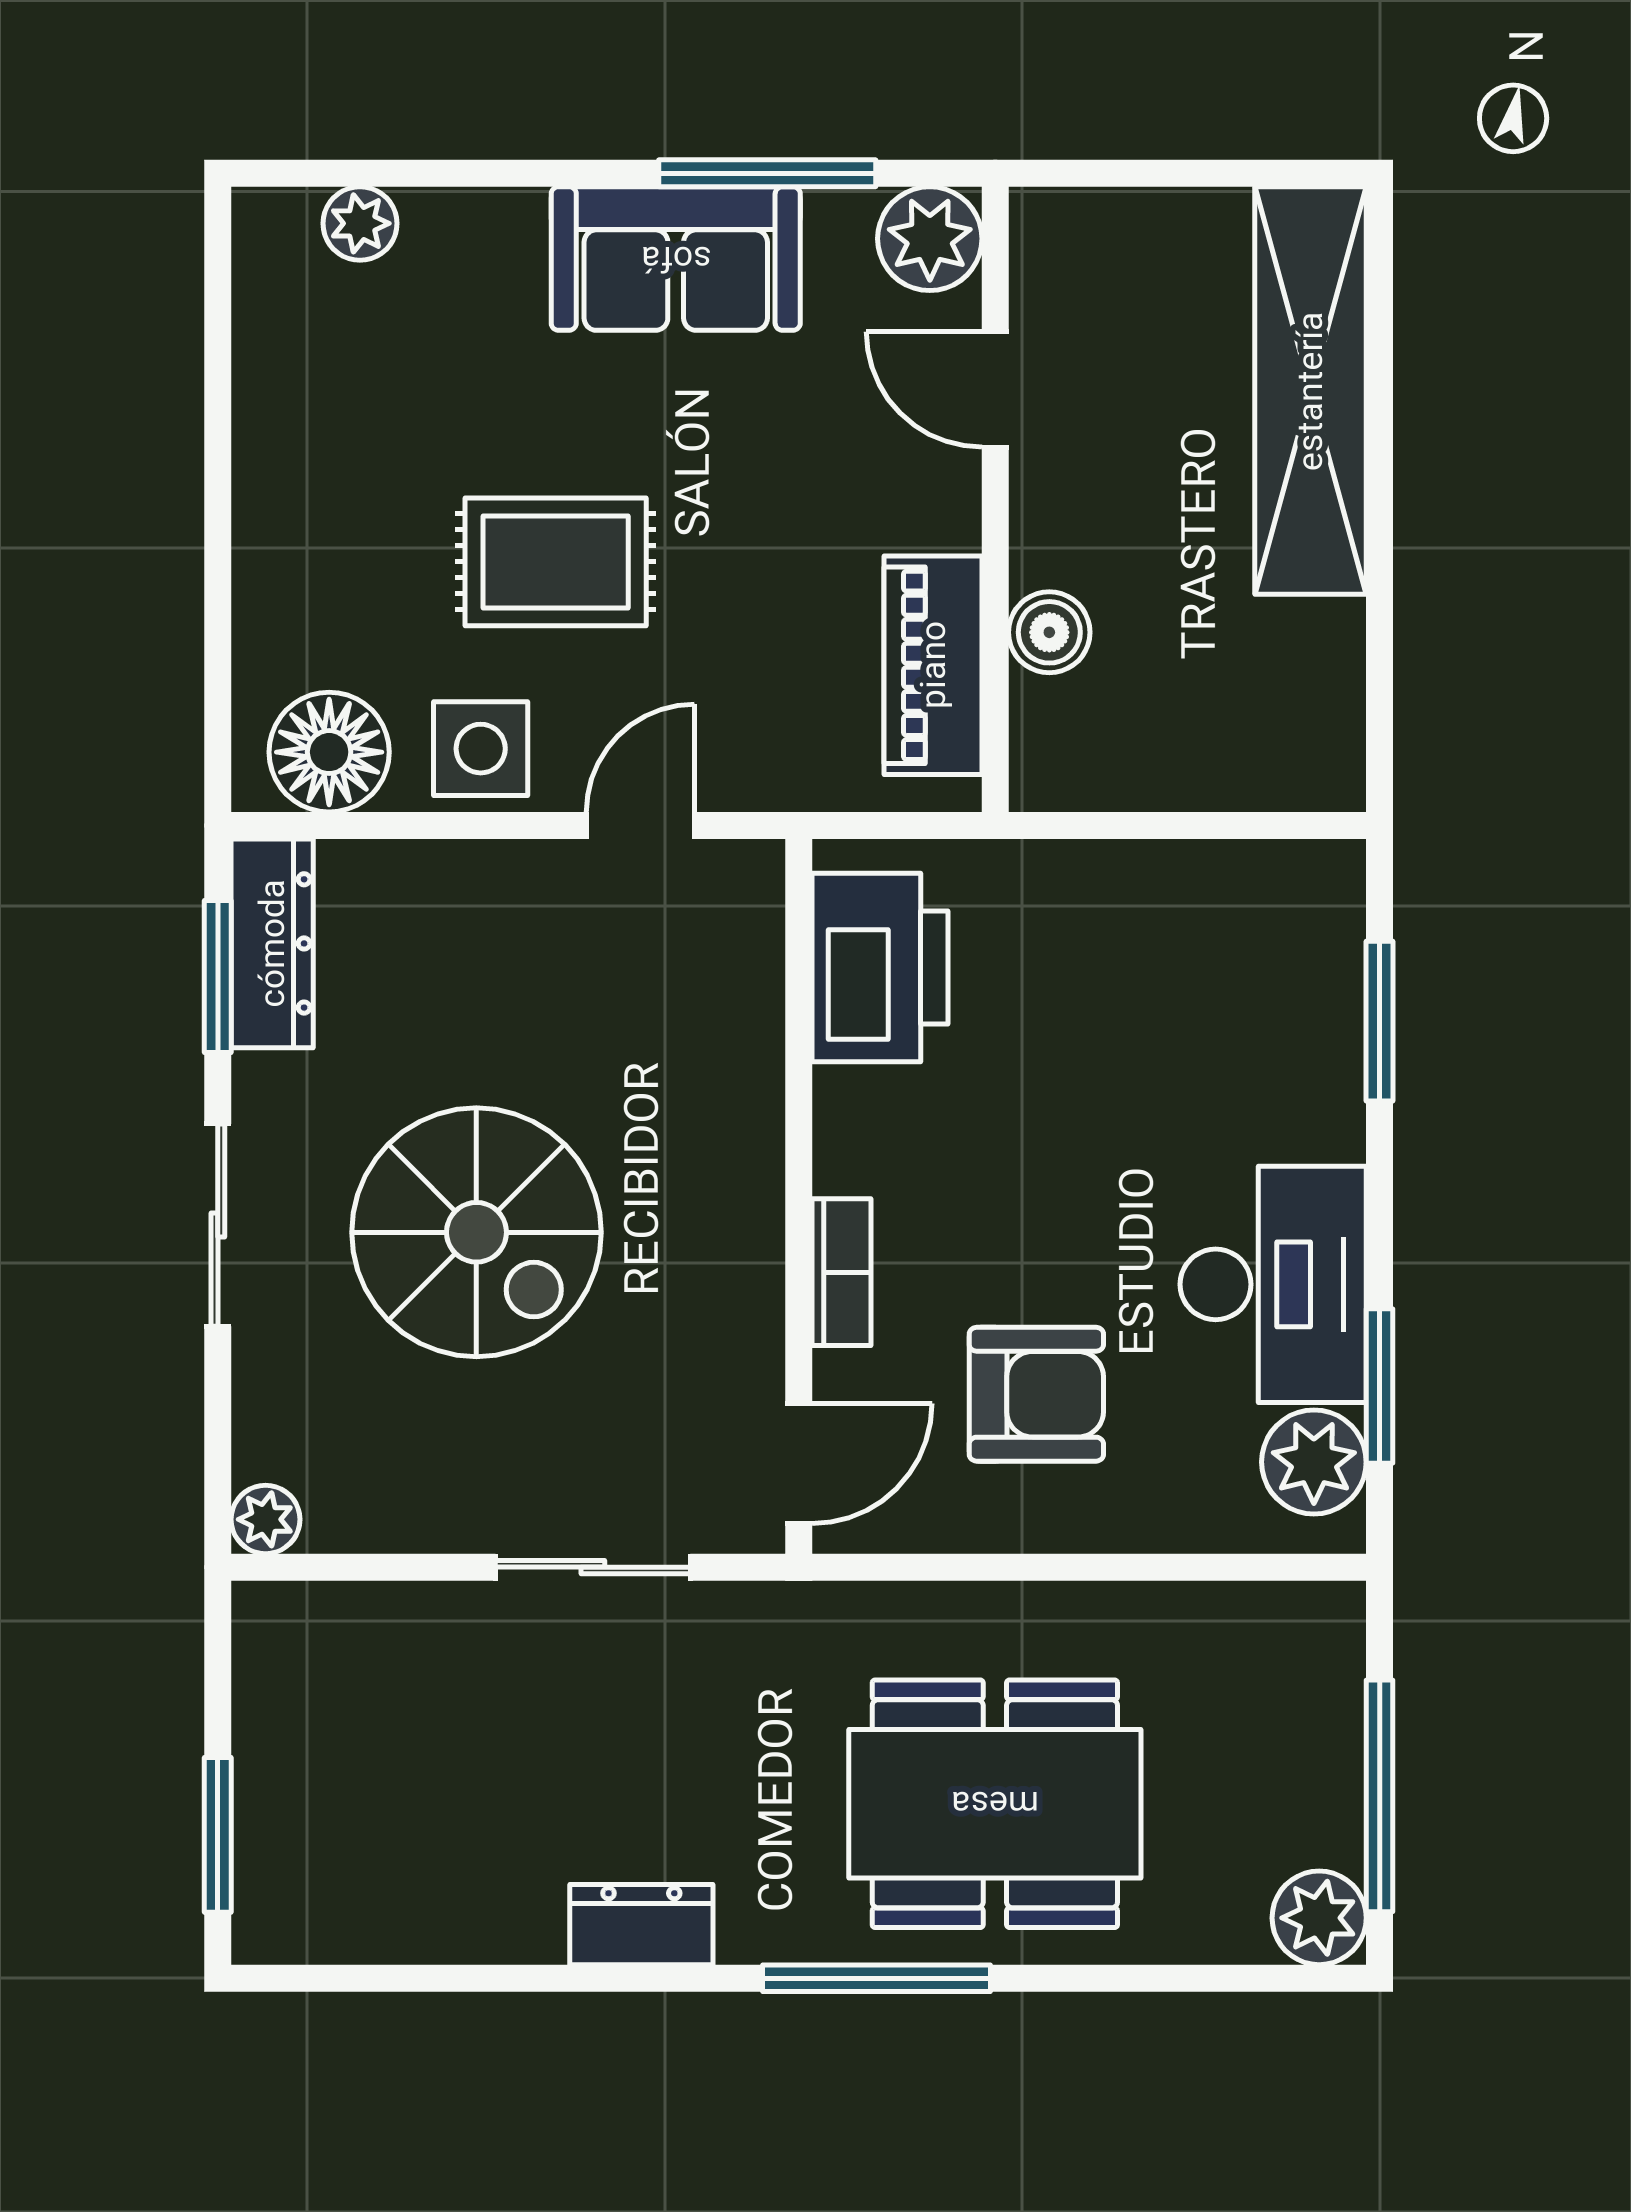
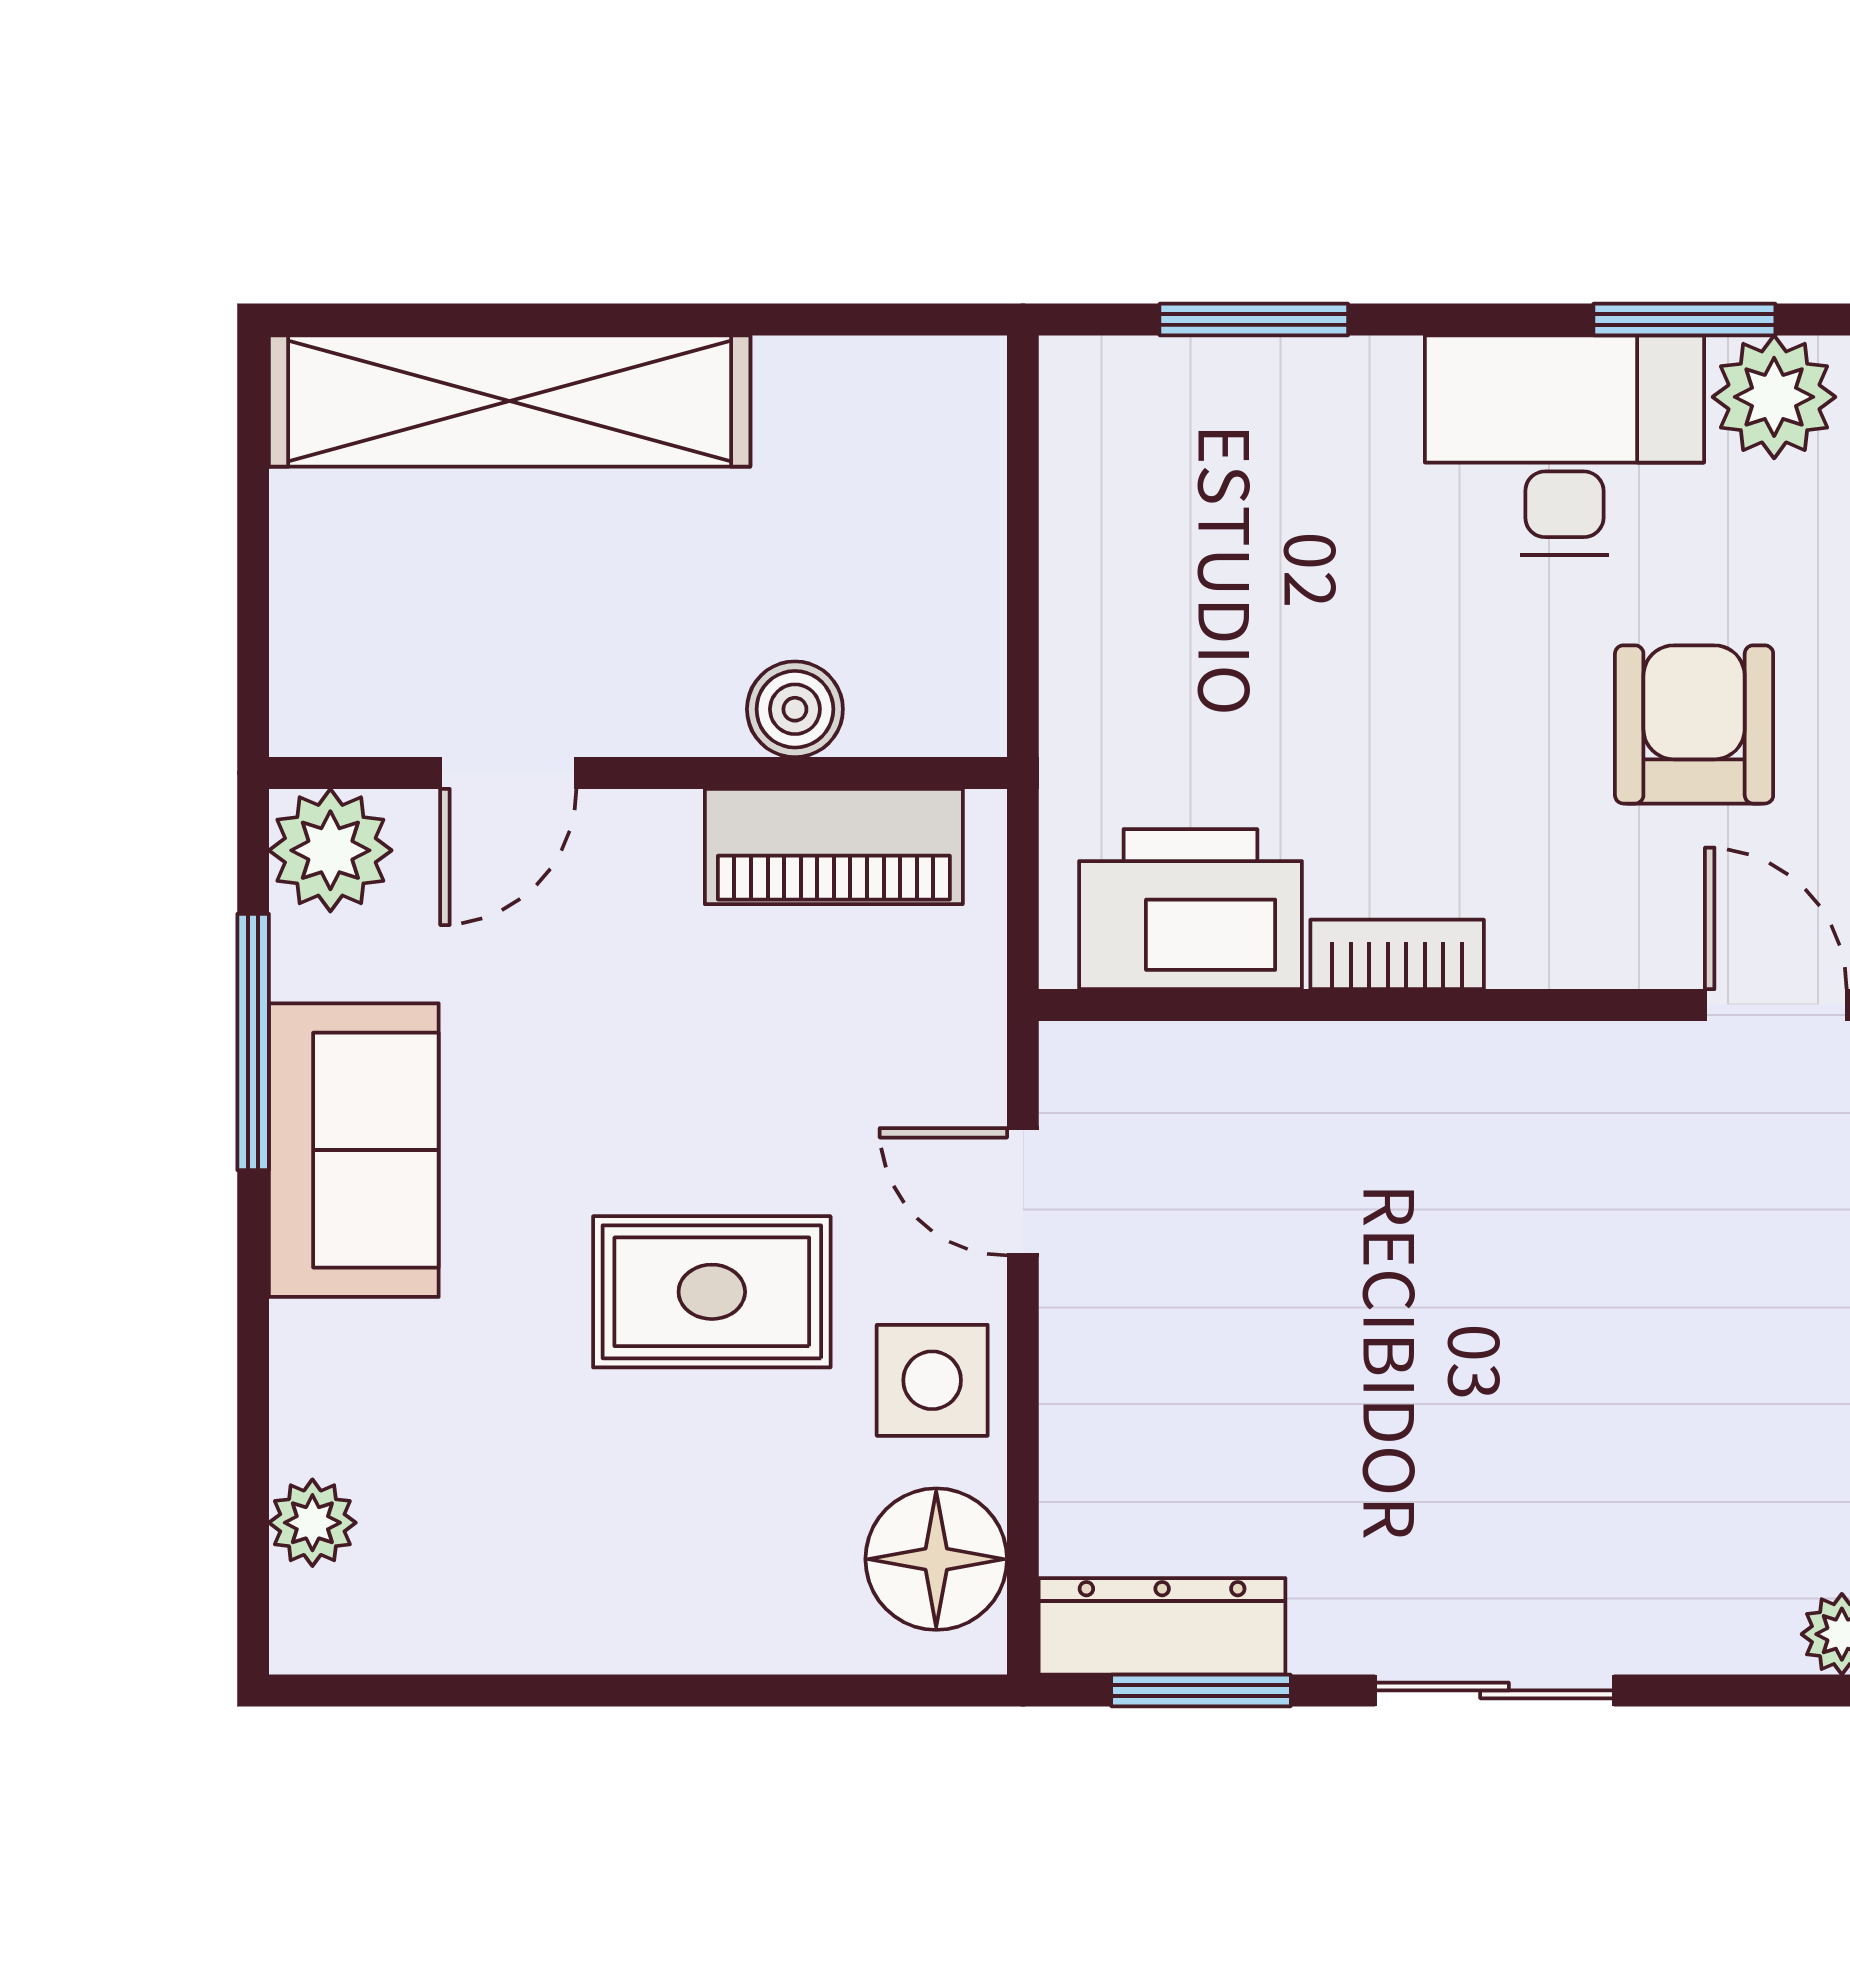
rug: (556, 562) -> (712, 1292), turned 90
spiral stairs: (476, 1232) -> (1503, 1385), removed
bookcase: (842, 1272) -> (1397, 954), moved

